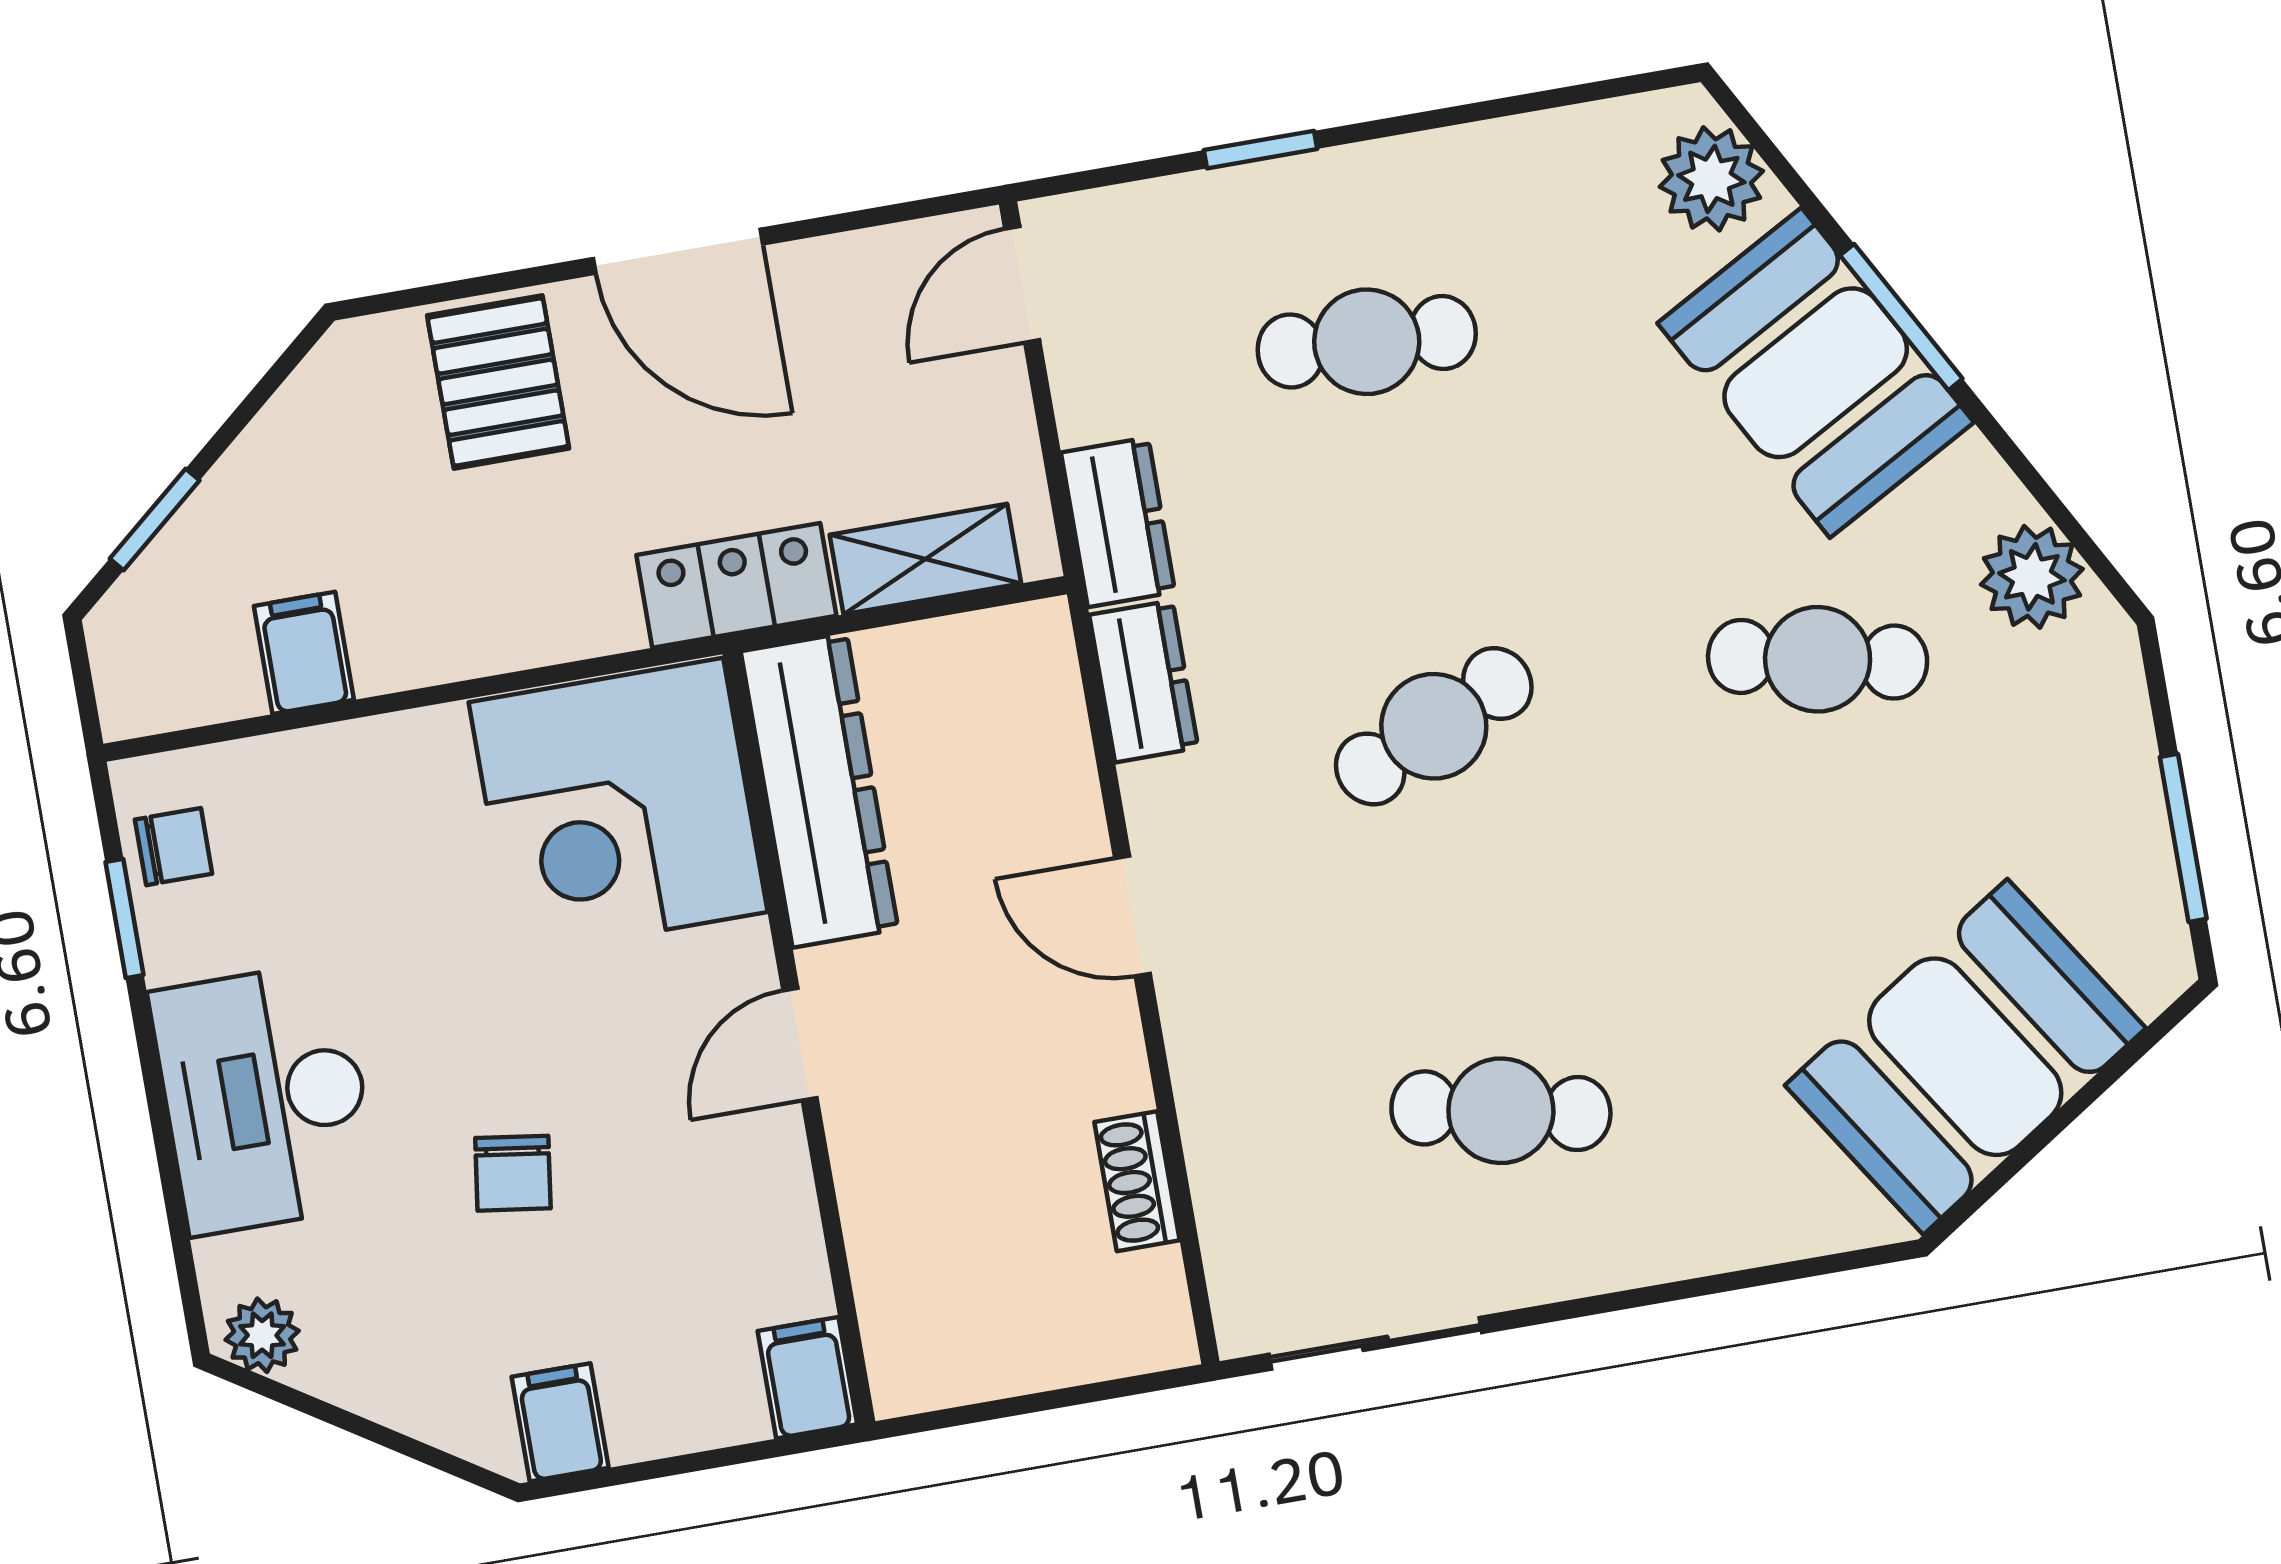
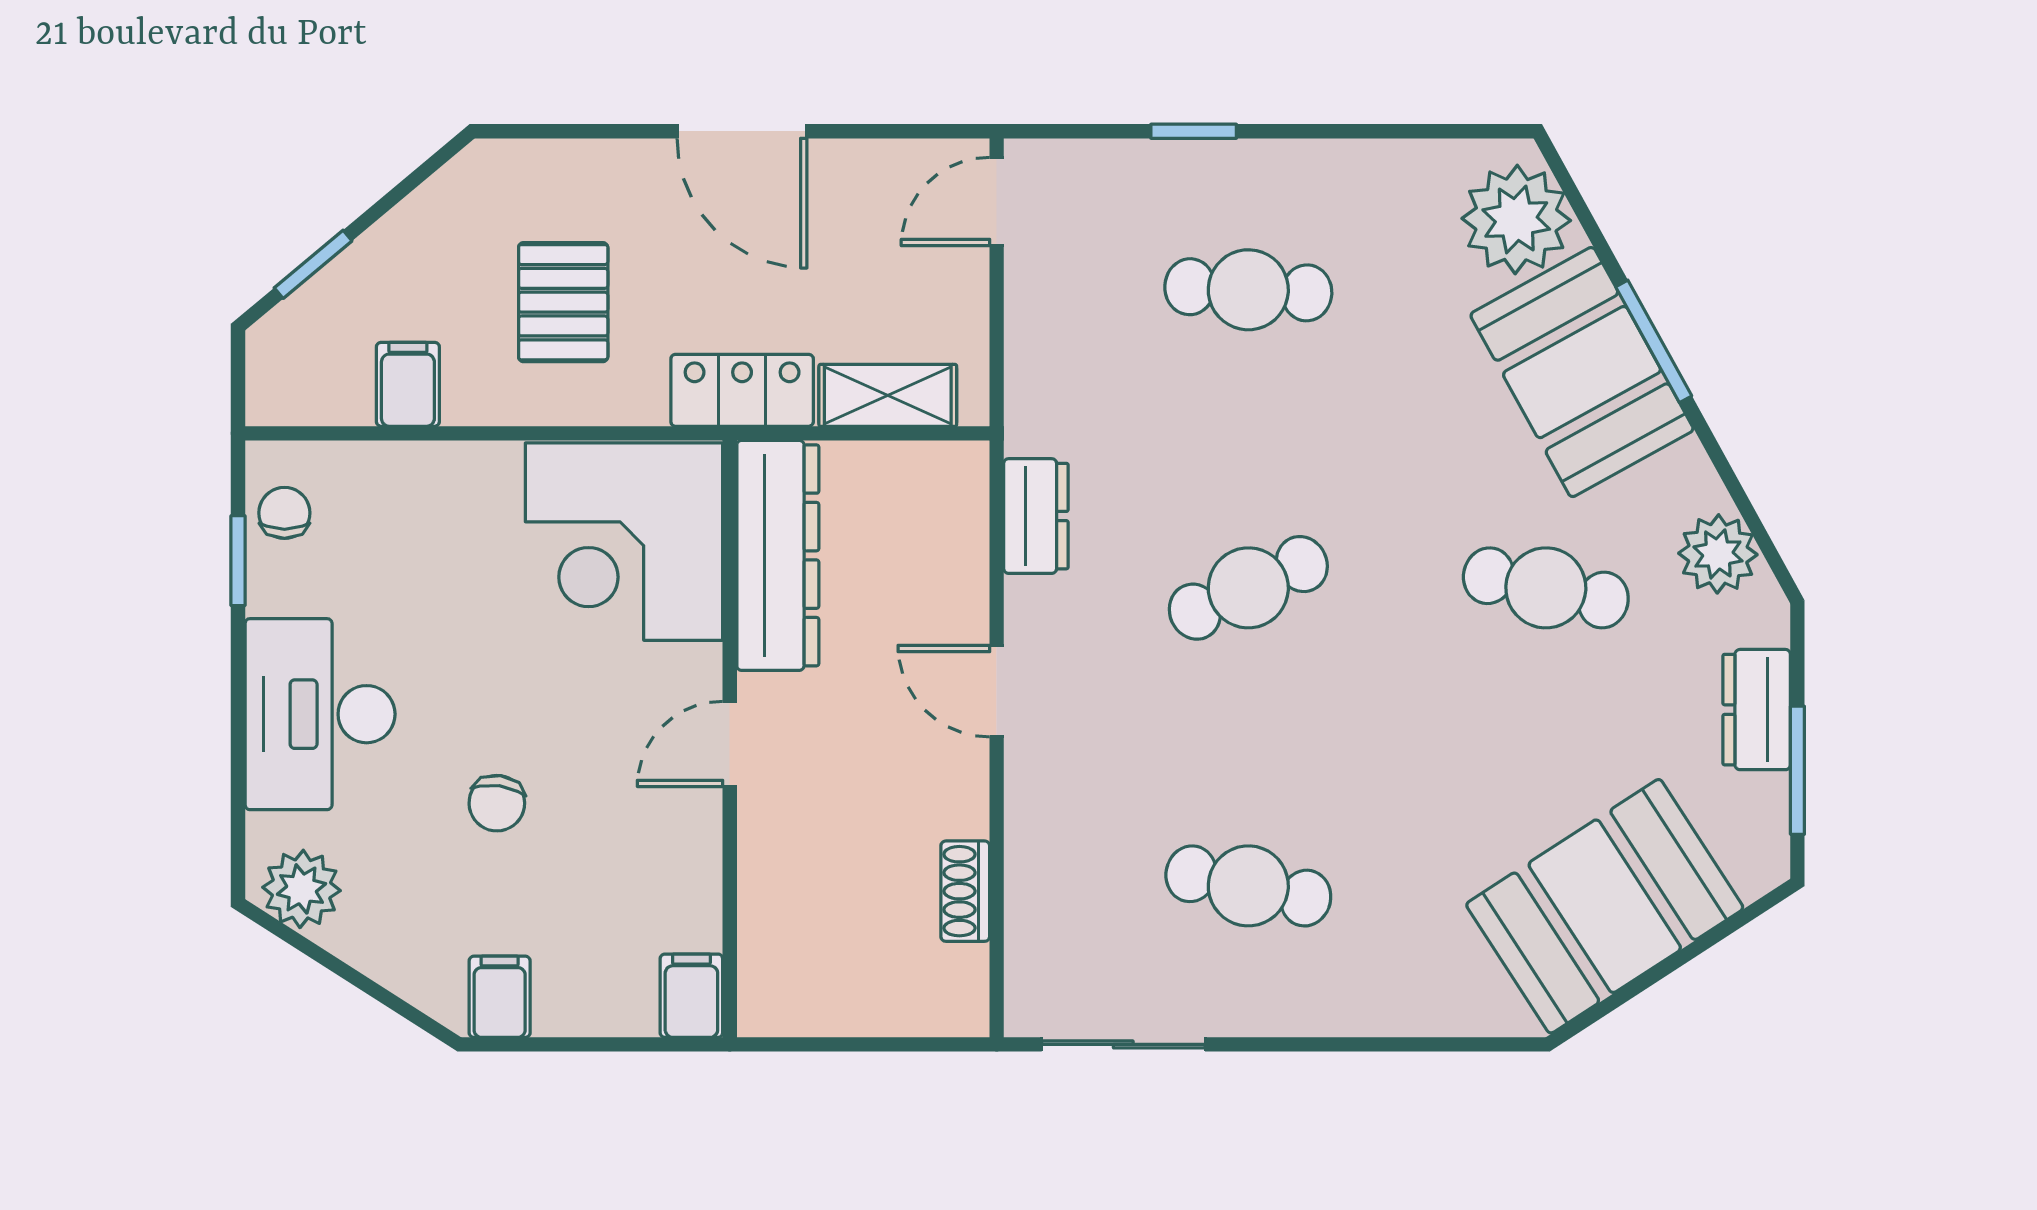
plant: (1711, 179) -> (1516, 219), width x1.36, depth x1.36
pallet: (498, 382) -> (563, 302), moved
dresser: (1118, 522) -> (1757, 710), moved, turned 180
chair: (174, 847) -> (284, 513), turned -90
plant: (262, 1335) -> (302, 889), width x1.38, depth x1.38

